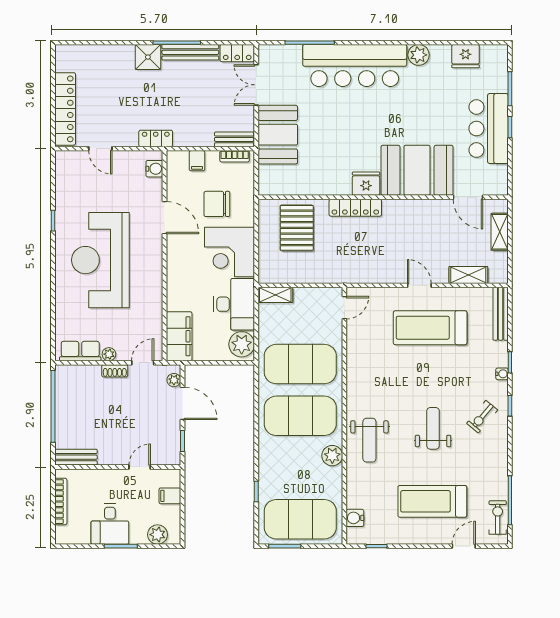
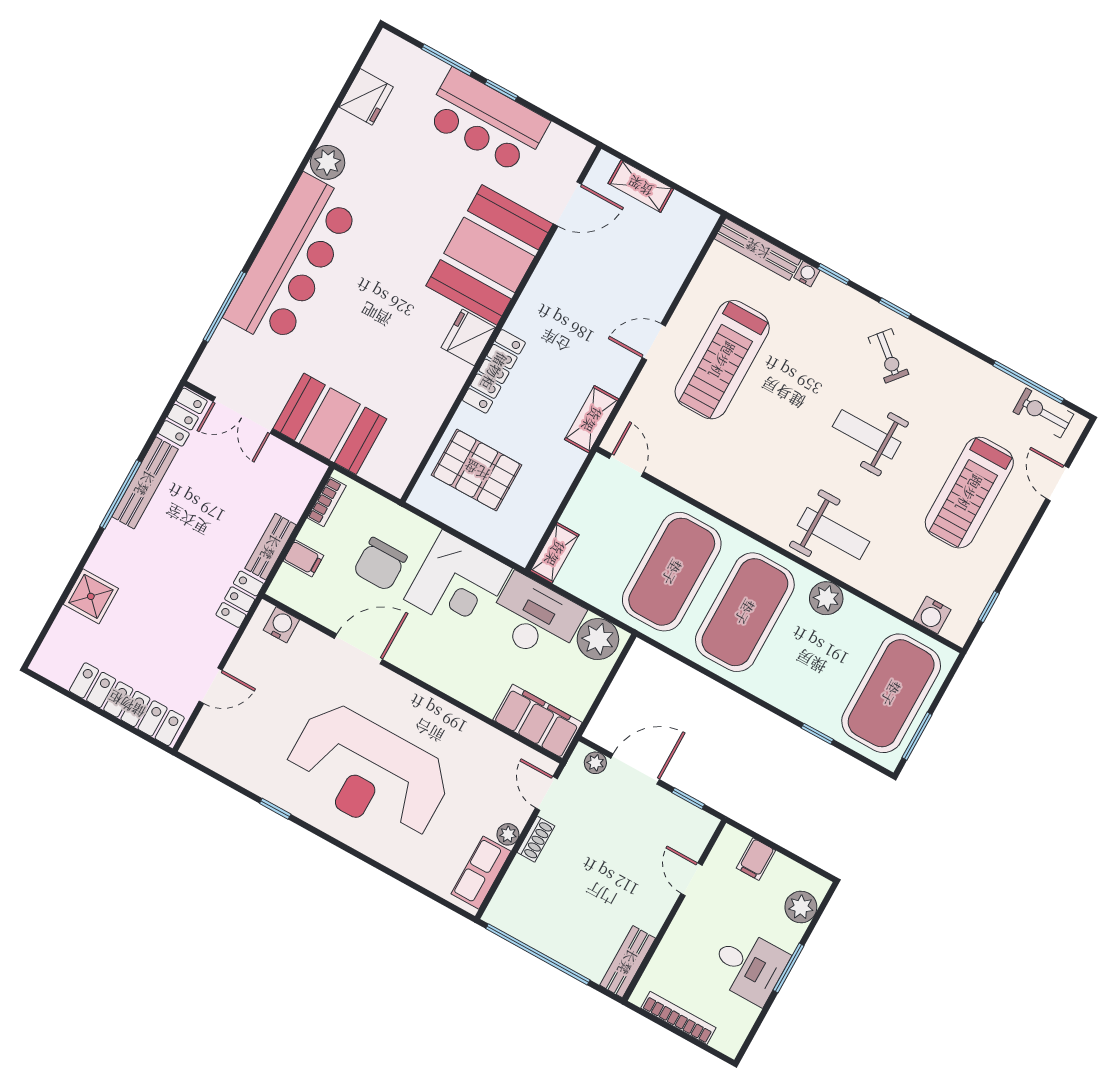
shower: (148, 57) -> (91, 596), moved
bench: (234, 139) -> (271, 547), moved
shelving: (468, 275) -> (592, 419), moved
water cooler: (502, 374) -> (807, 274), moved

